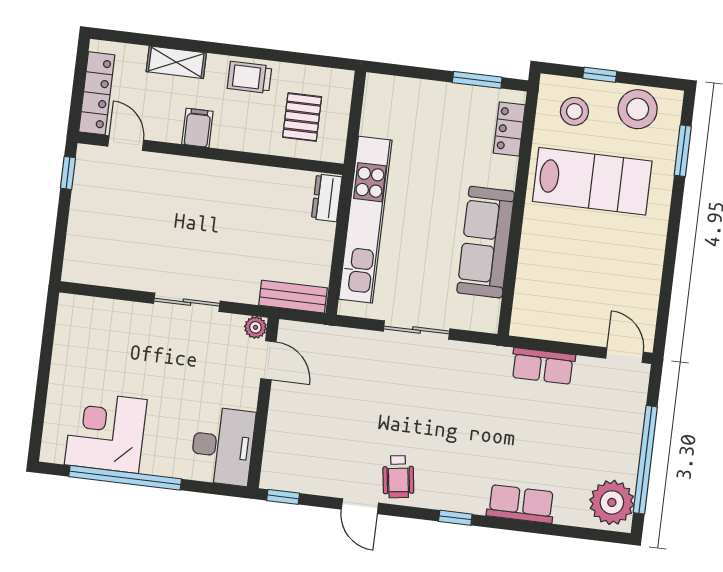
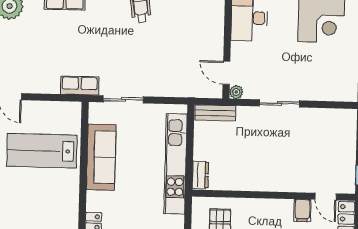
filing cabinet: (197, 128) -> (302, 211), moved
lab bench: (592, 181) -> (42, 151), moved
sliding door: (417, 330) -> (123, 99), moved
row of seats: (543, 366) -> (80, 86), moved

